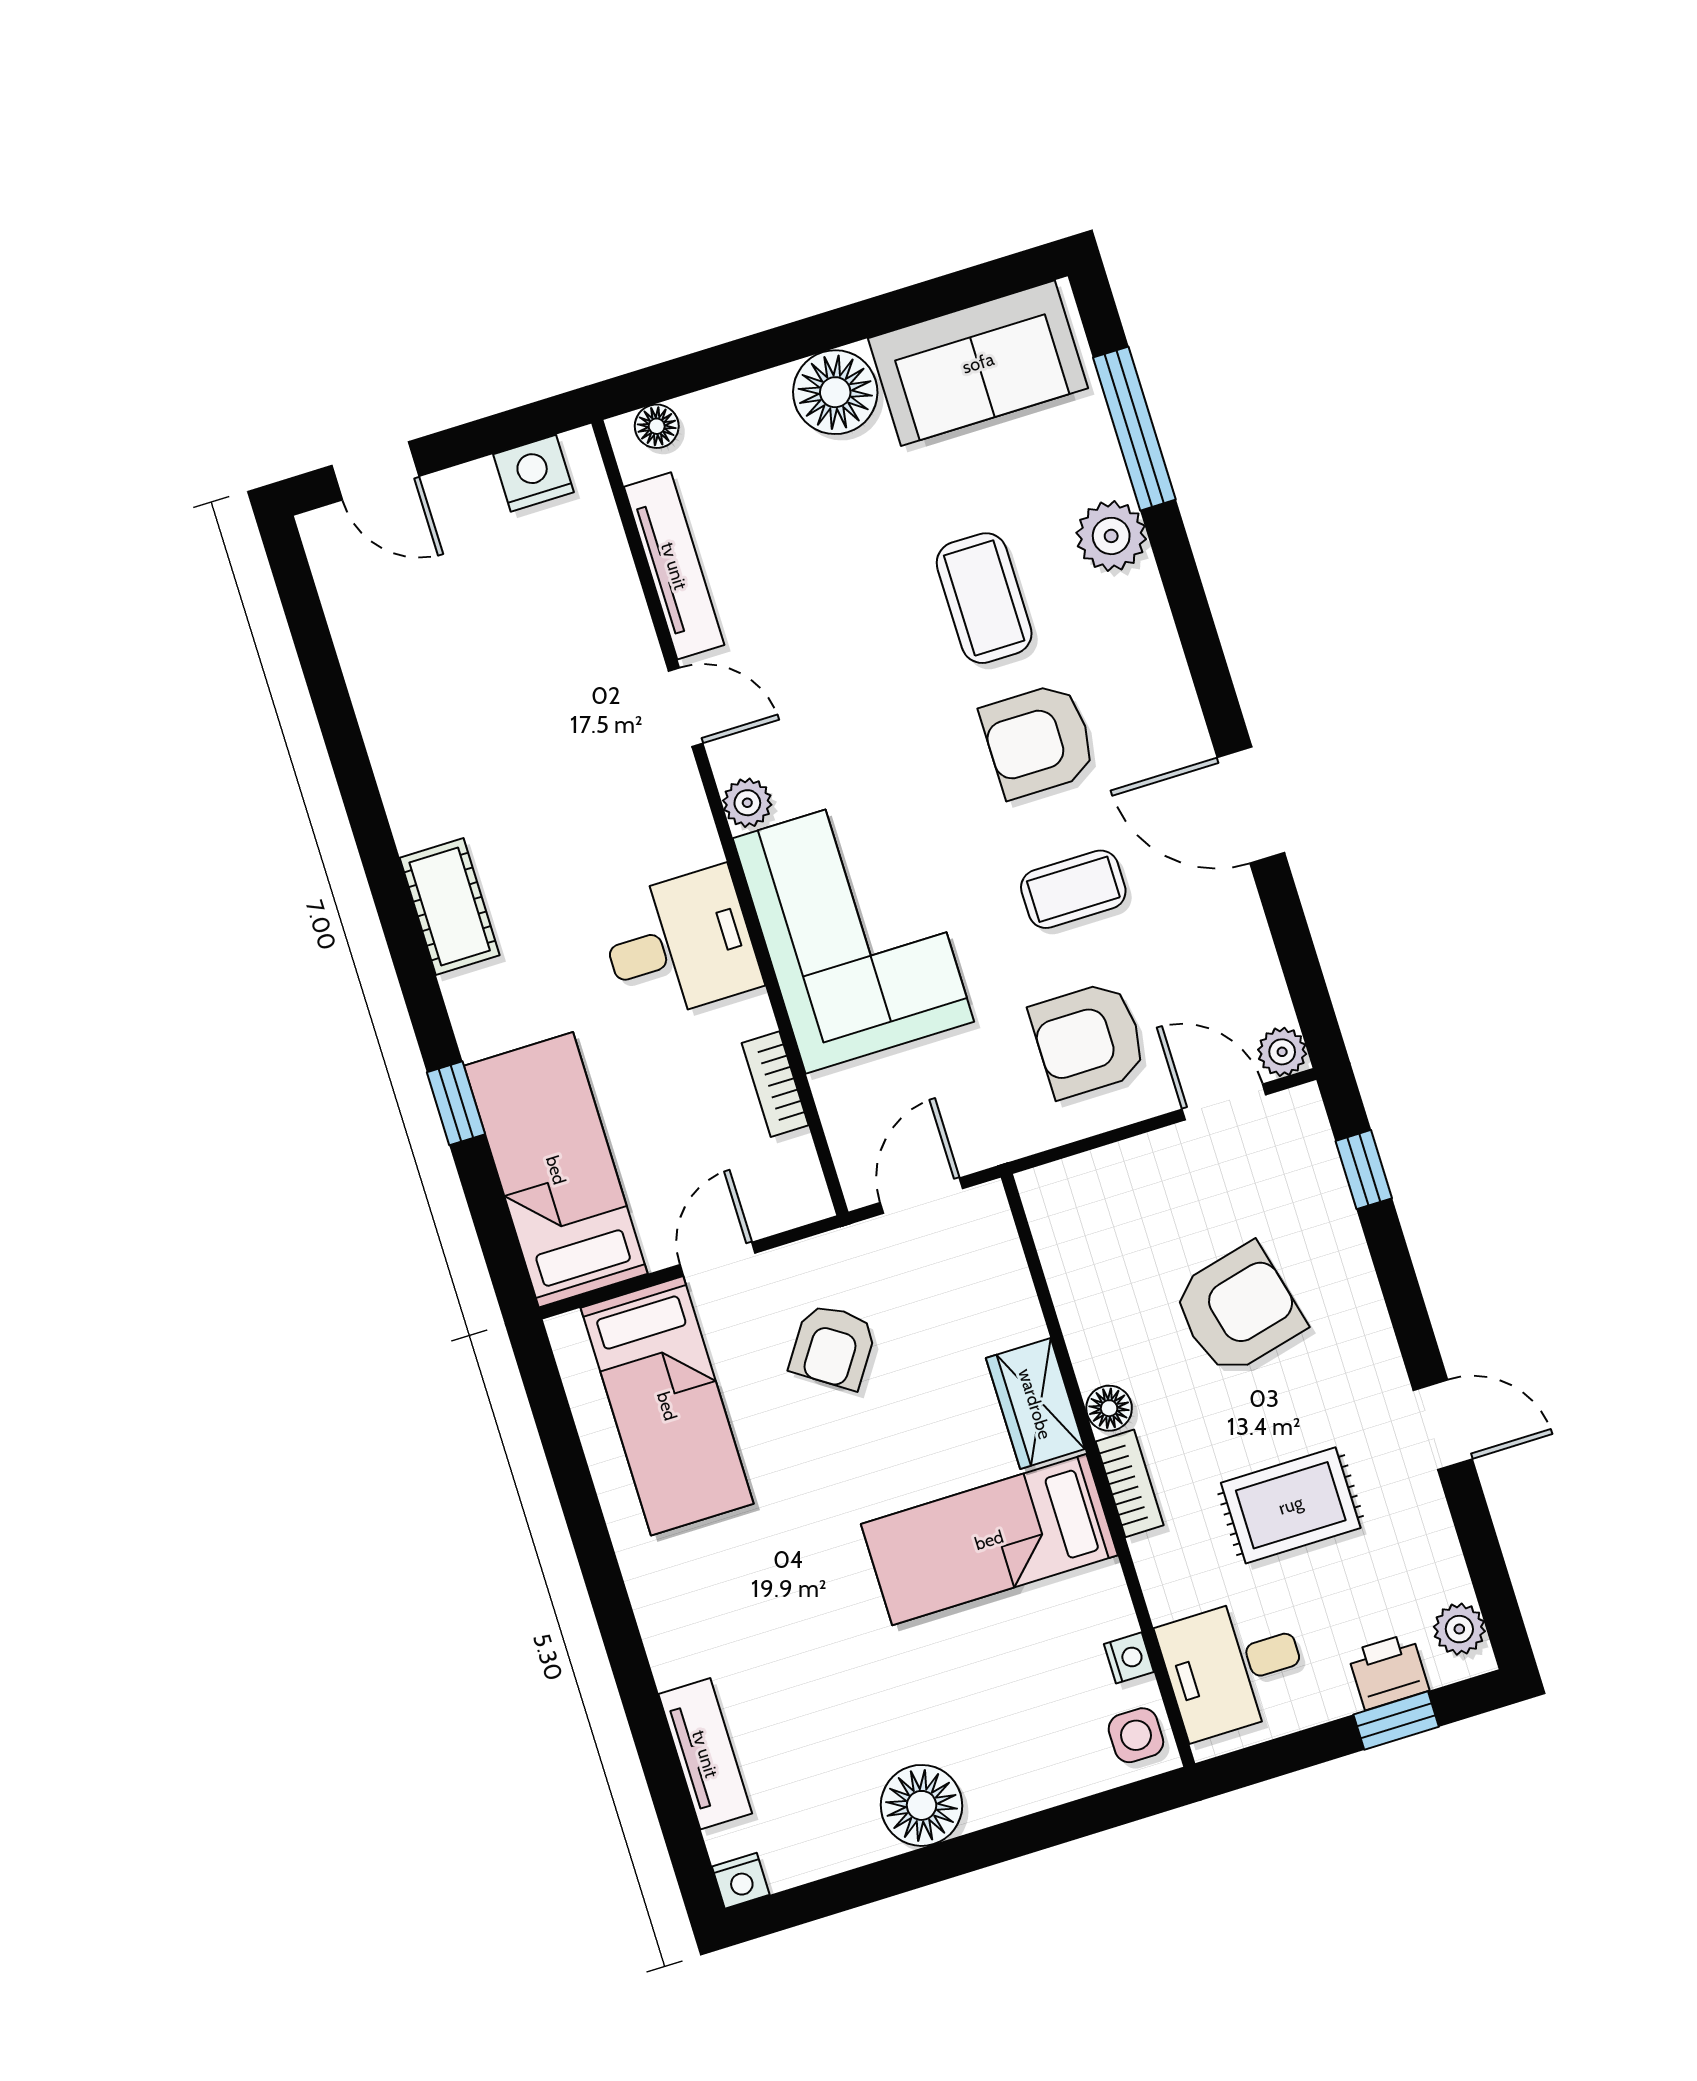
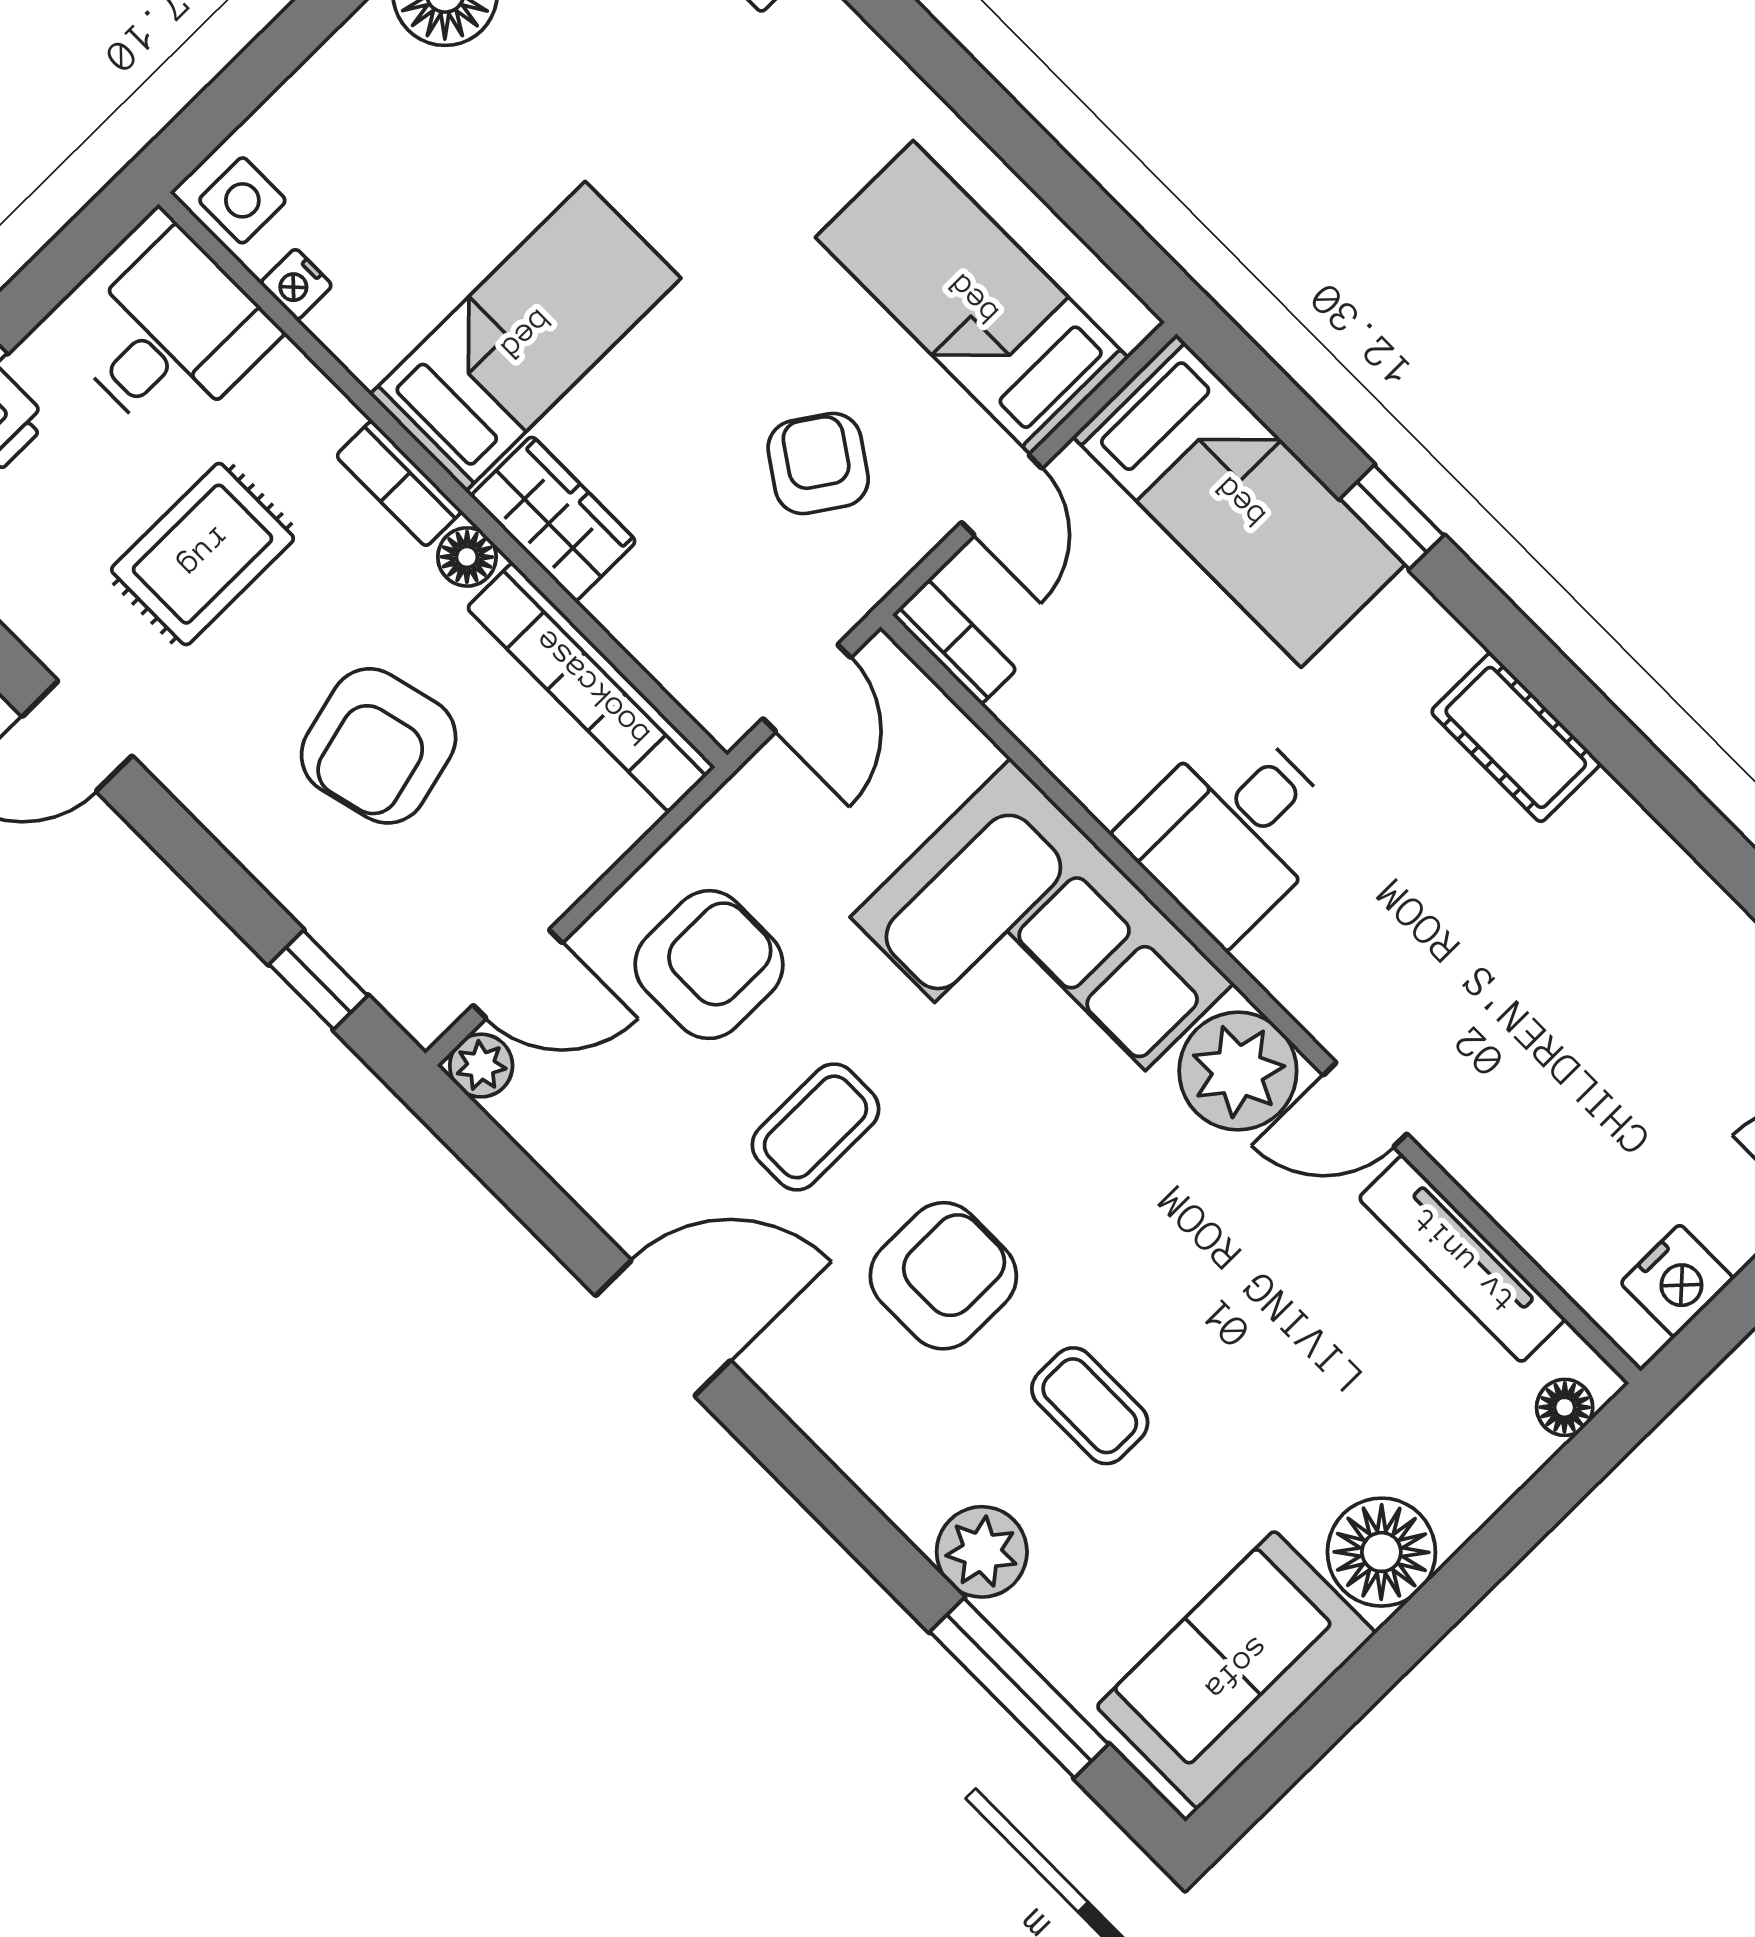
coffee table: (984, 598) -> (1090, 1406), width x0.73, depth x0.77
plant: (747, 803) -> (1238, 1071), width x1.88, depth x1.88
bookcase: (775, 1084) -> (954, 642), moved
bookcase: (1070, 1274) -> (591, 687), added

